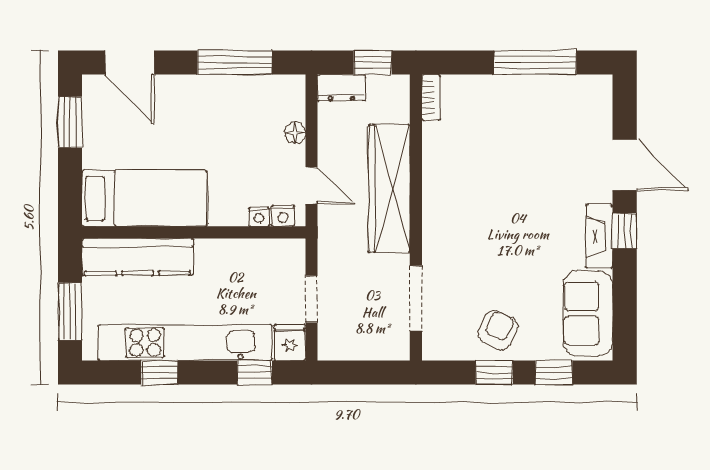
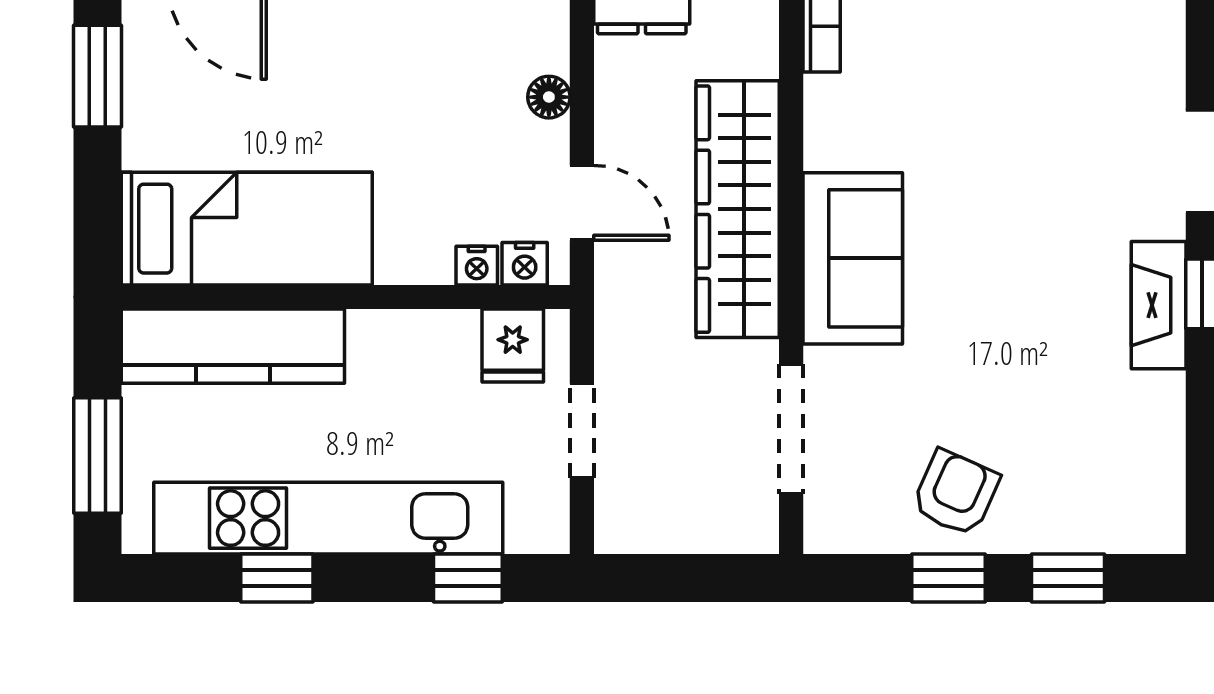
sofa: (588, 313) -> (853, 258), moved, turned 180
fridge: (290, 342) -> (513, 346), moved, turned 180

